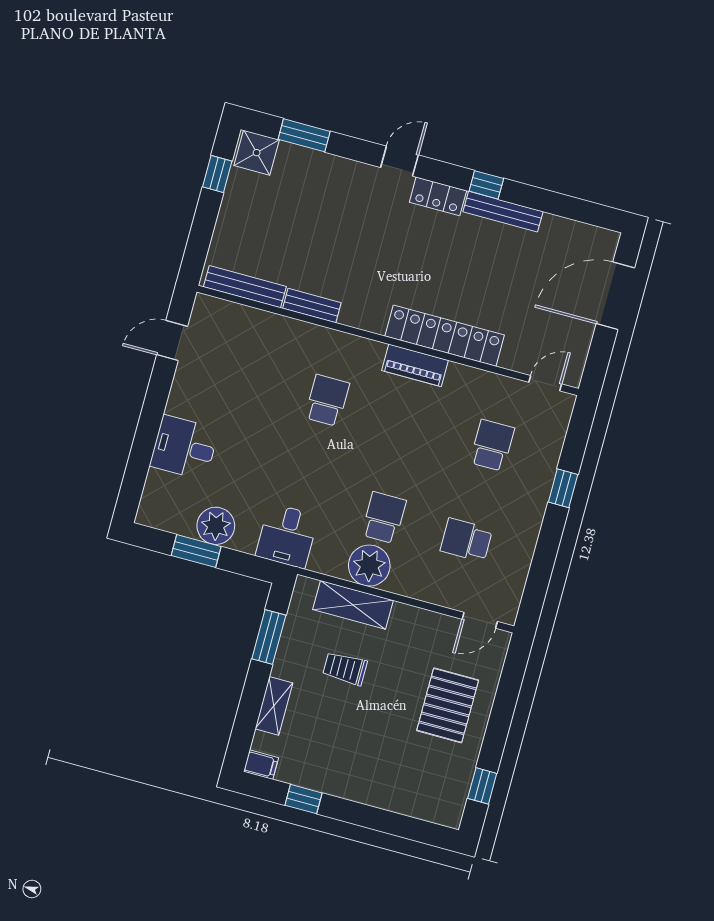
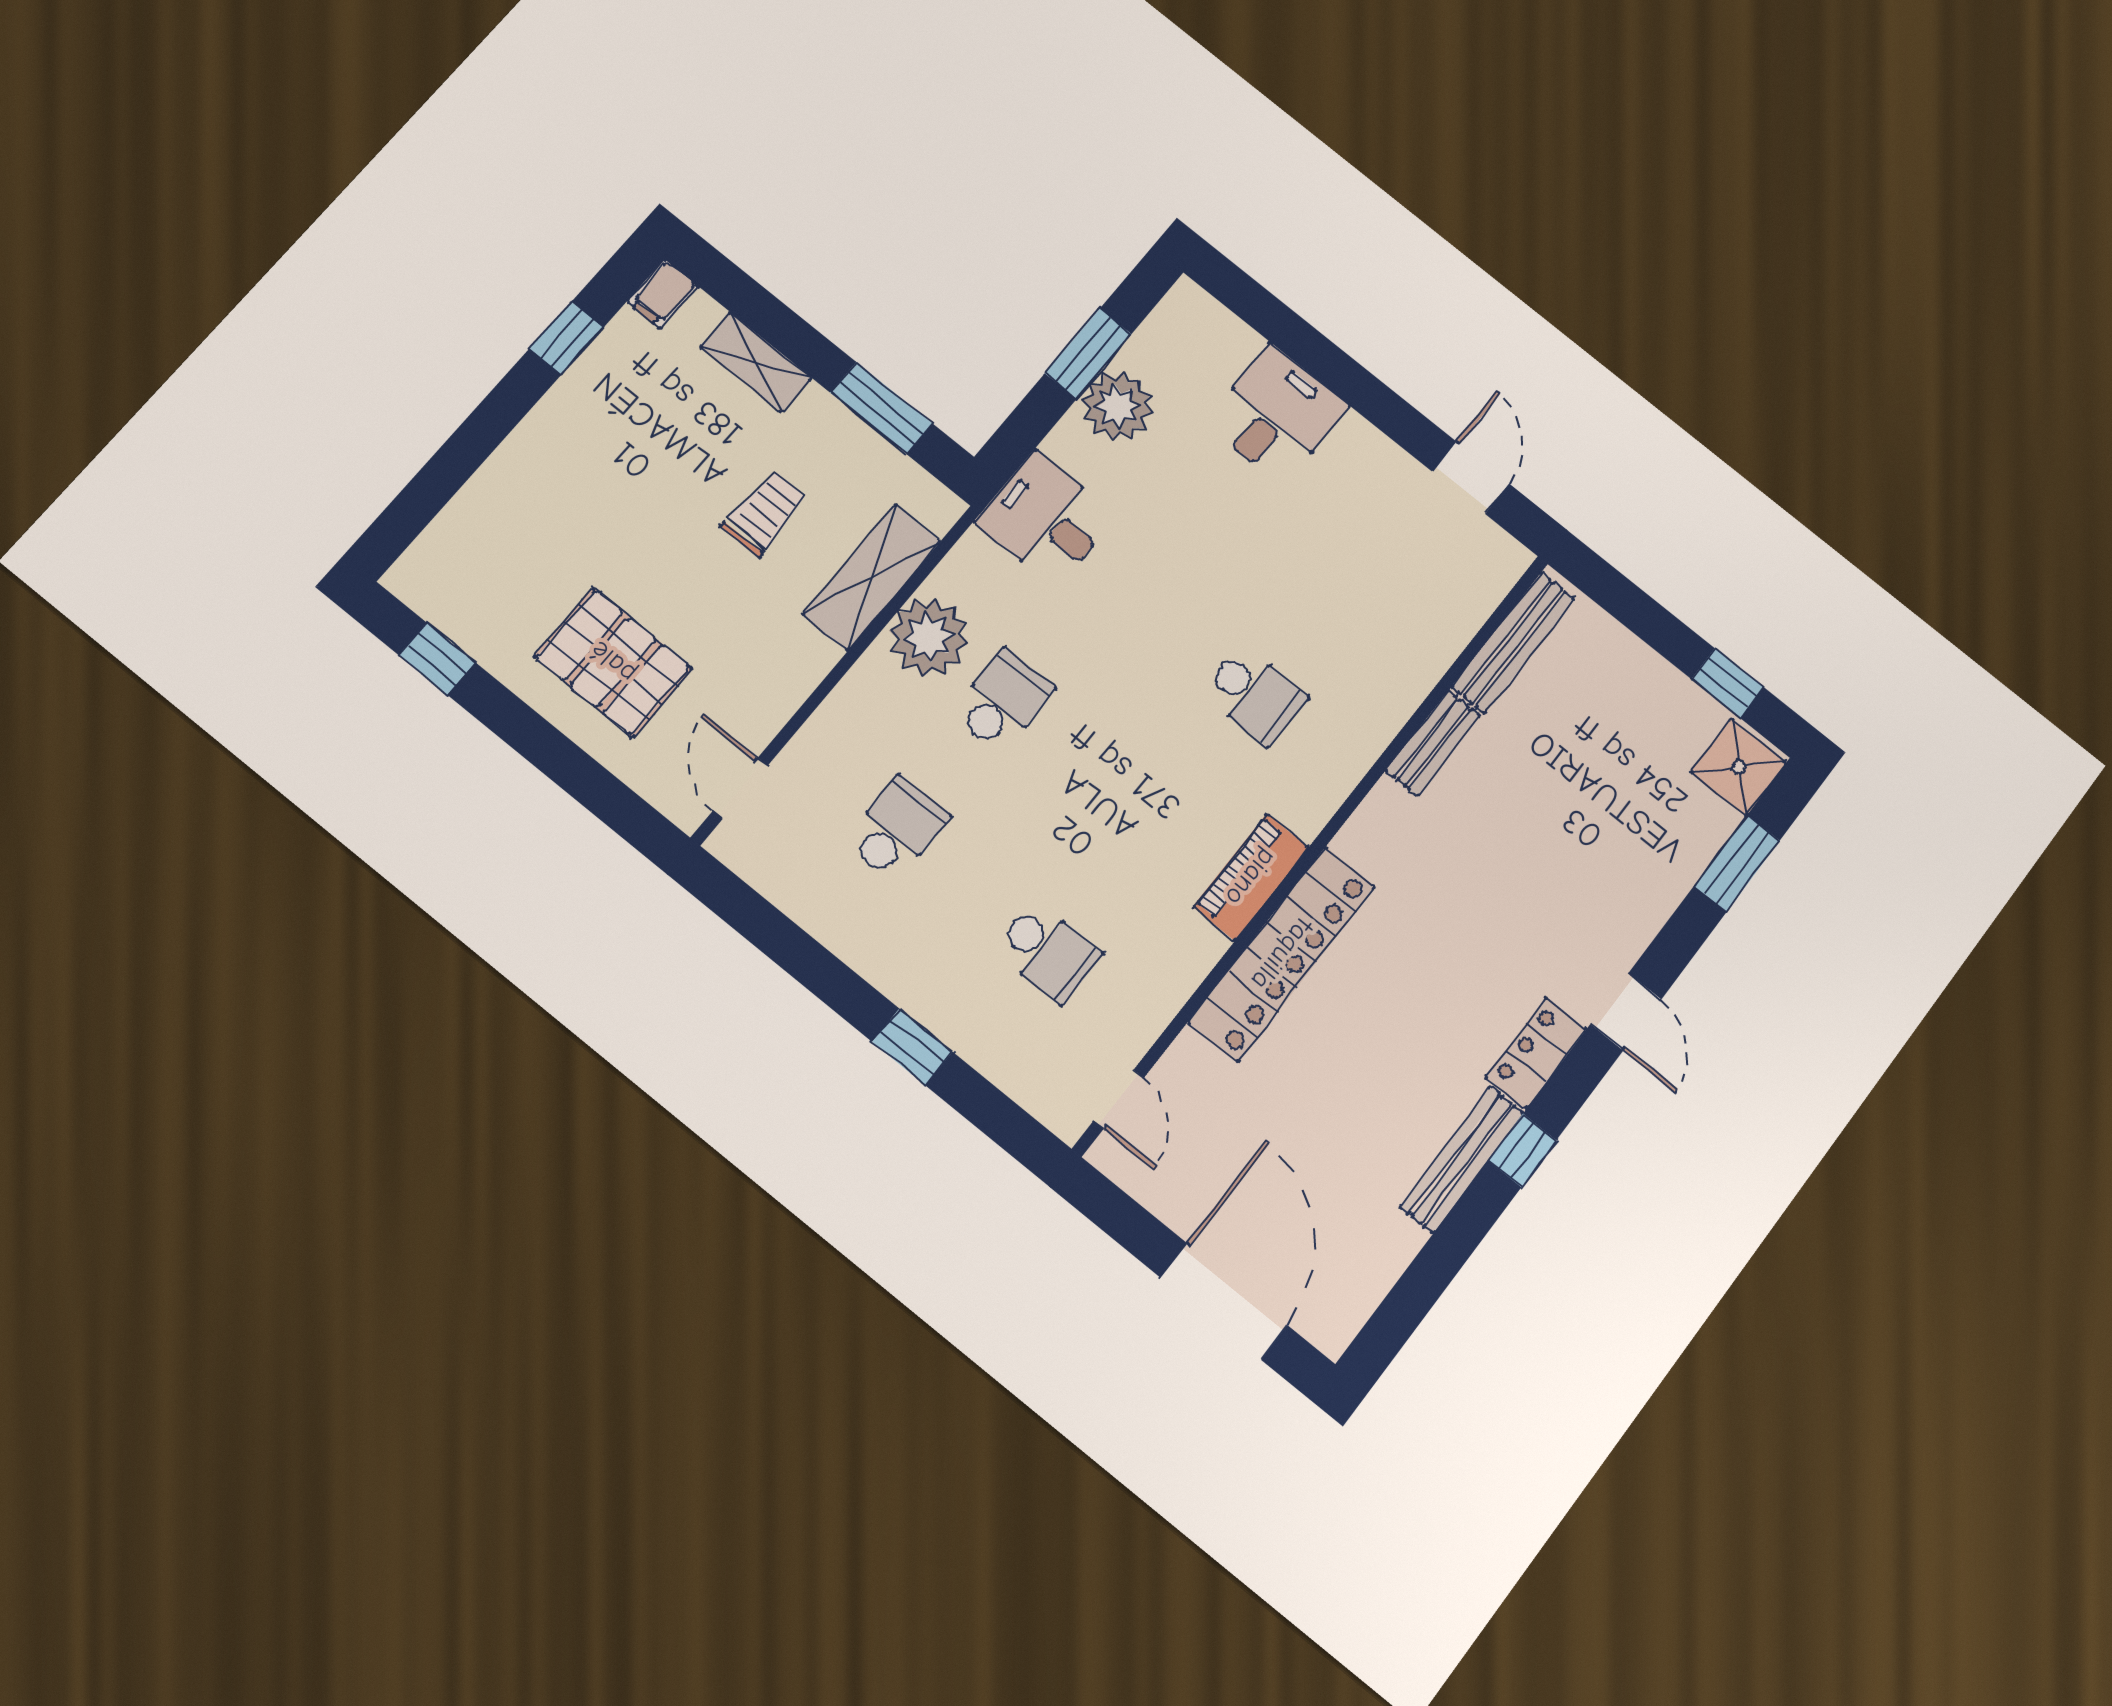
school desk: (384, 518) -> (1003, 701), turned -90

